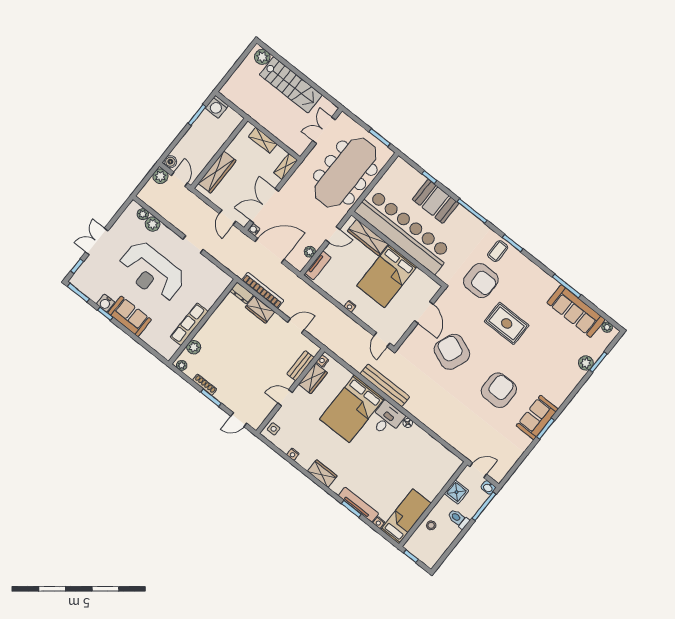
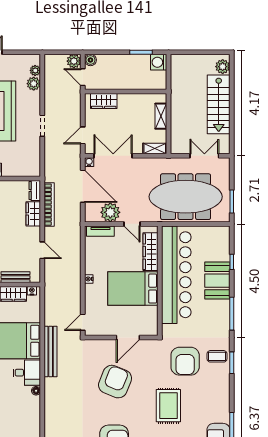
wardrobe: (217, 172) -> (104, 101), width x0.67
door: (179, 179) -> (83, 77), swing flipped
plant: (310, 252) -> (110, 212), width x1.88, depth x1.88

